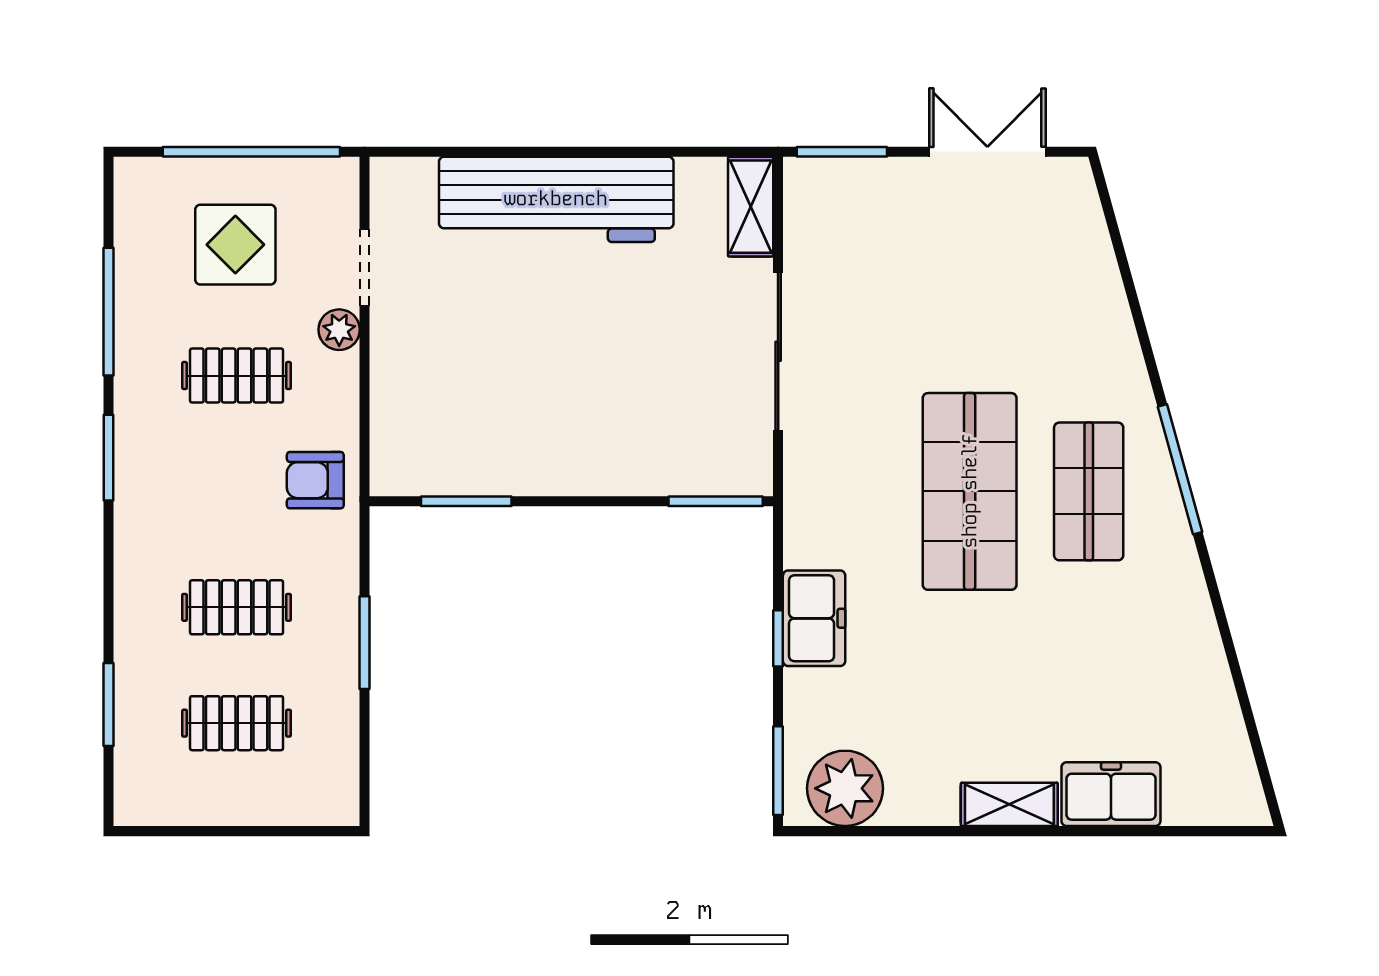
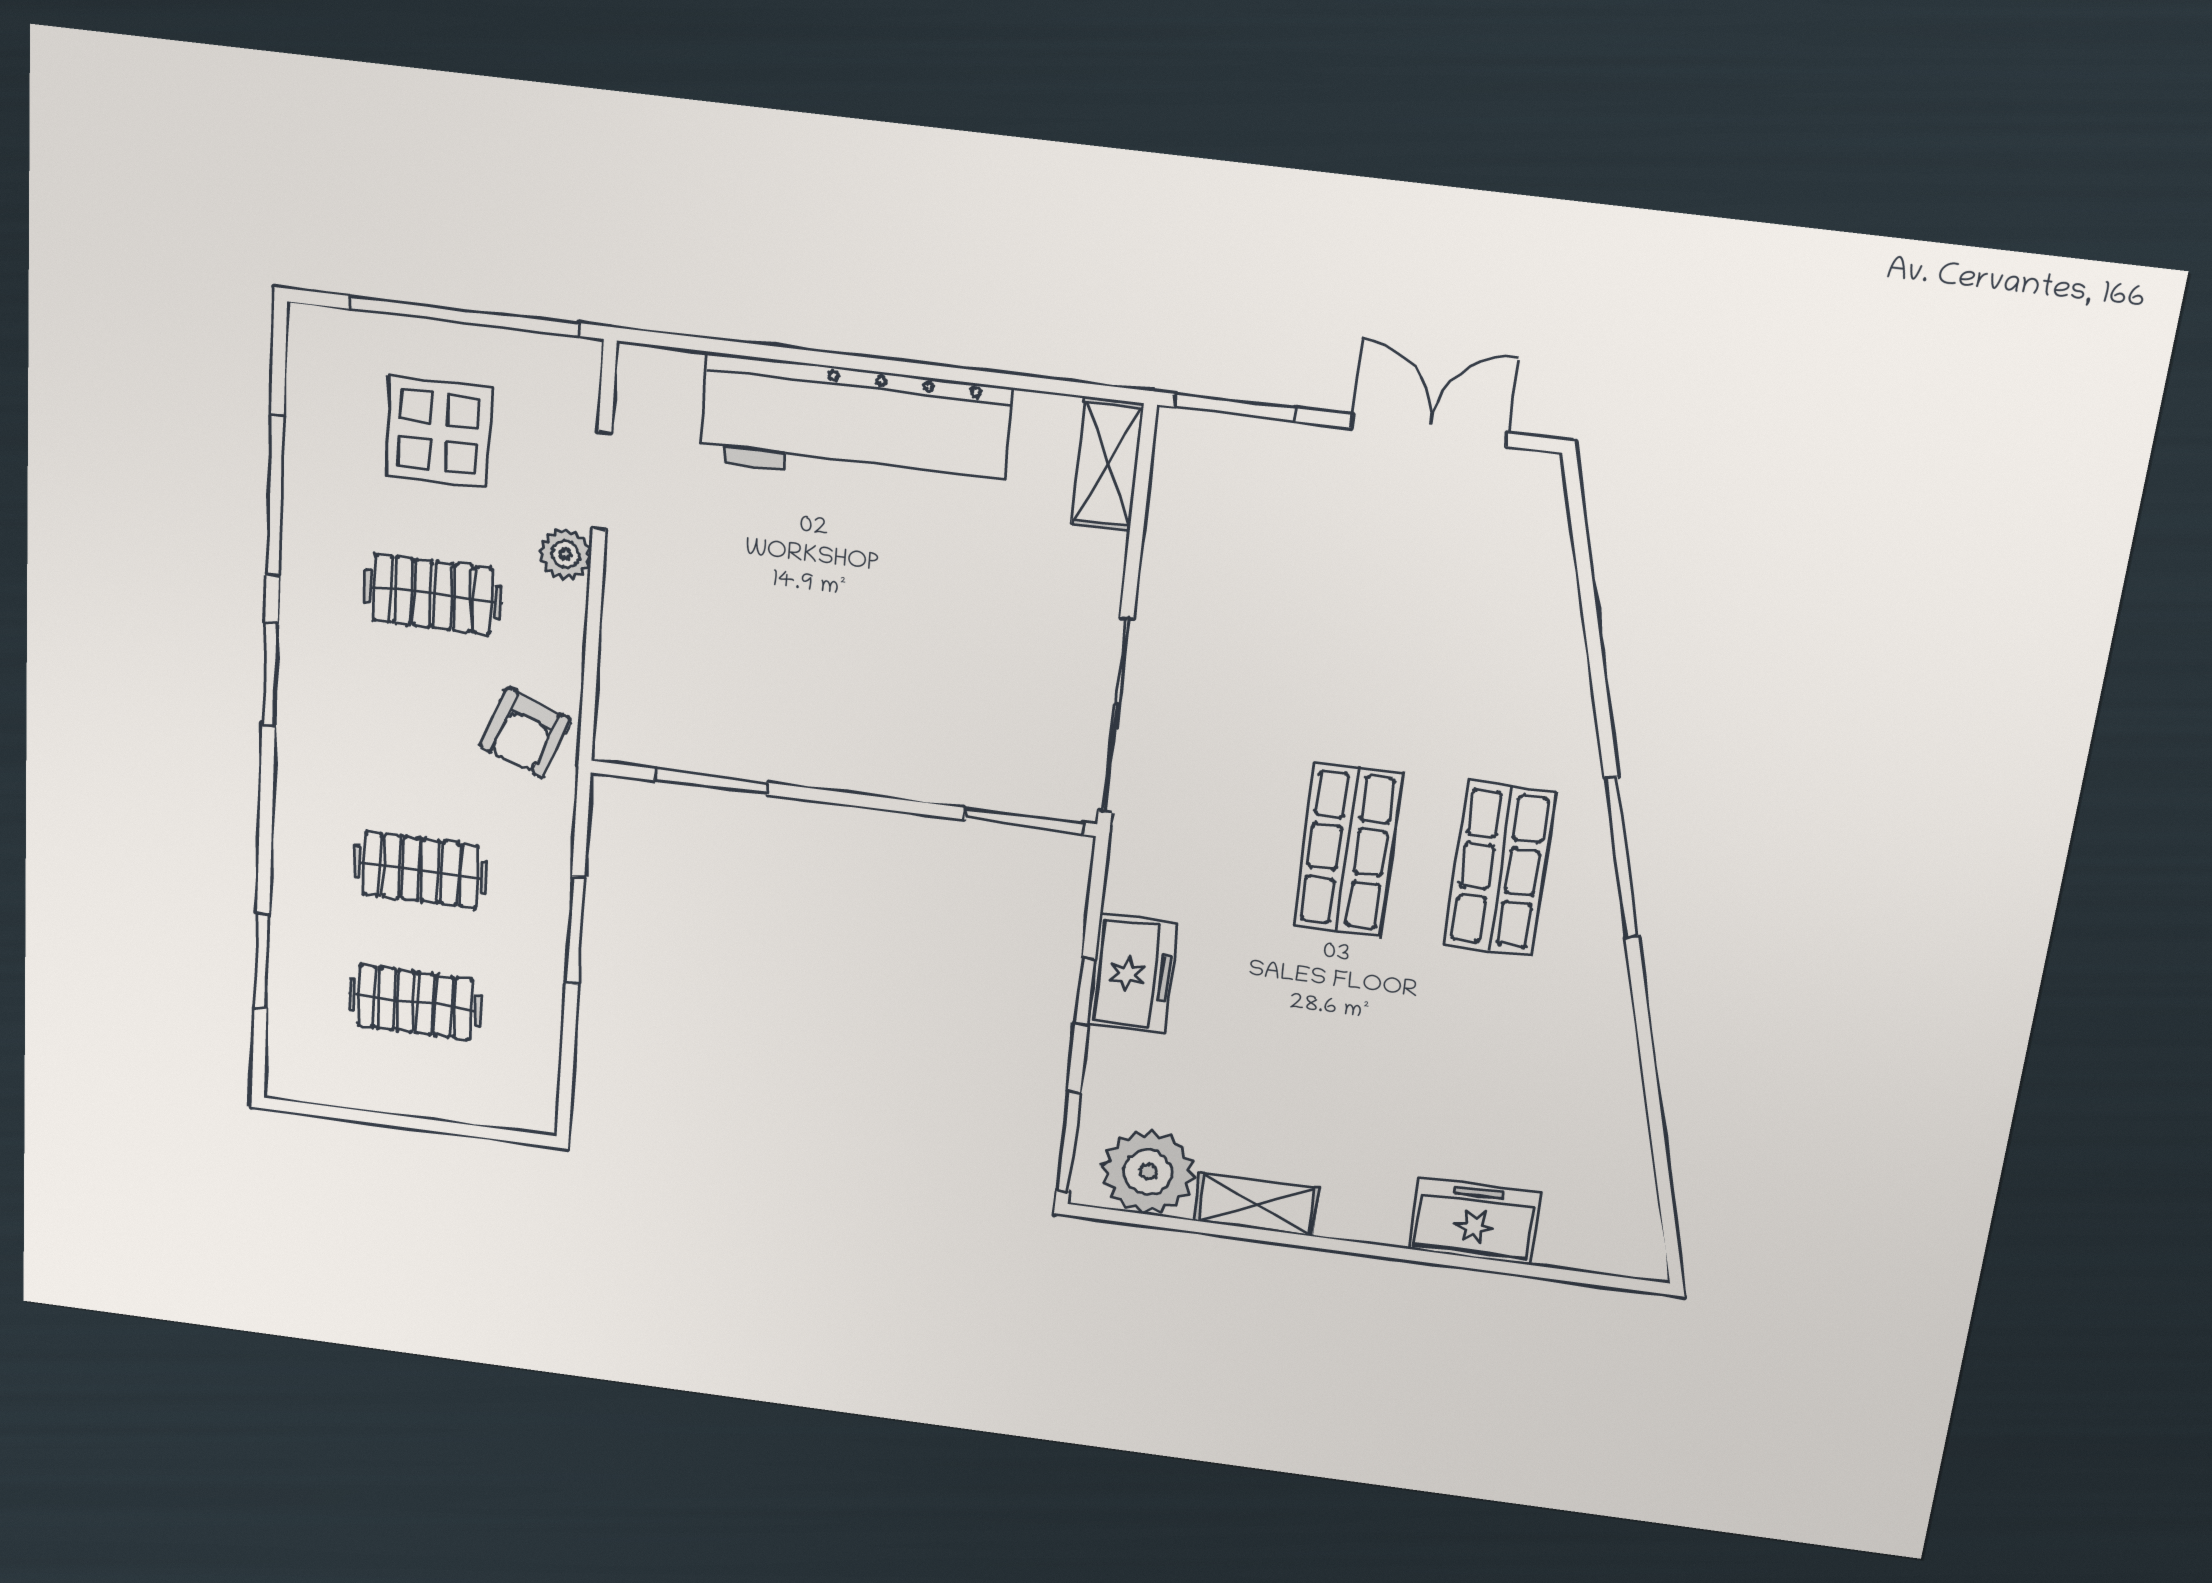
sliding door: (778, 351) -> (1116, 715), moved
armchair: (315, 480) -> (525, 733), turned -69
shop shelf: (970, 491) -> (1348, 850), width x0.70, depth x0.74
shelving: (1009, 804) -> (1256, 1204), moved

